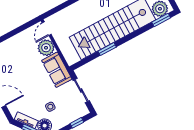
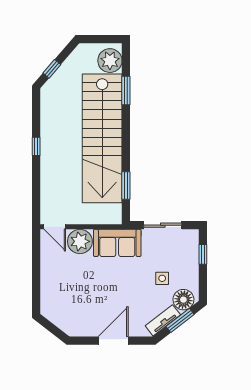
window: (161, 20) -> (126, 91), moved
window: (107, 49) -> (126, 186), moved

